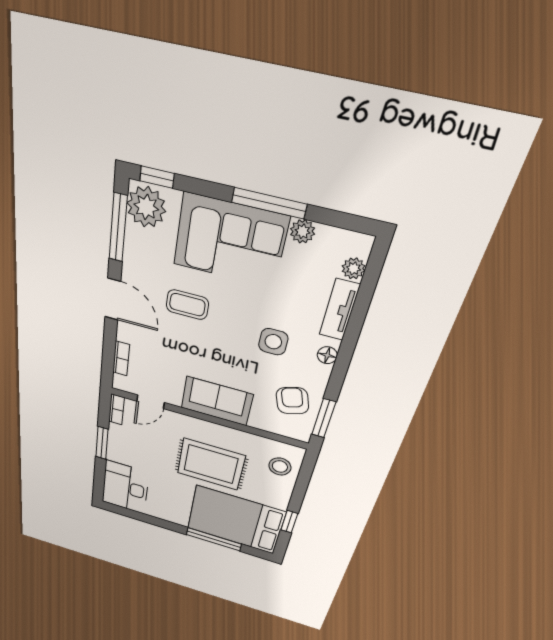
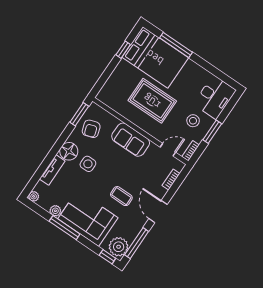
plant: (354, 268) -> (34, 196), moved
floor lamp: (327, 355) -> (69, 151), width x1.89, depth x1.89
stool: (280, 466) -> (193, 121), moved

